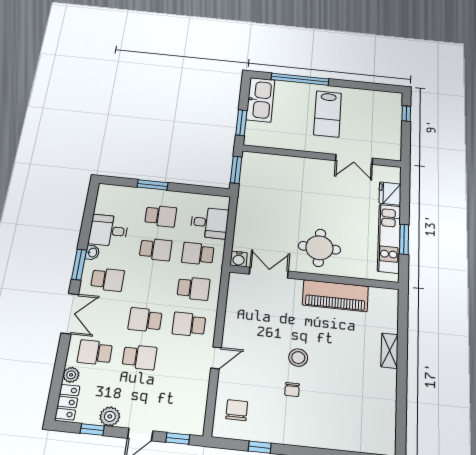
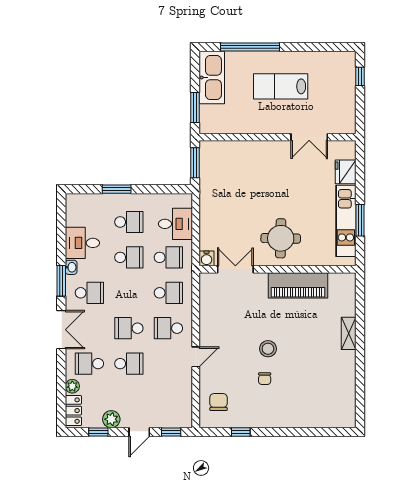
lab bench: (328, 114) -> (281, 86), turned 90
school desk: (198, 254) -> (168, 257), turned 180

